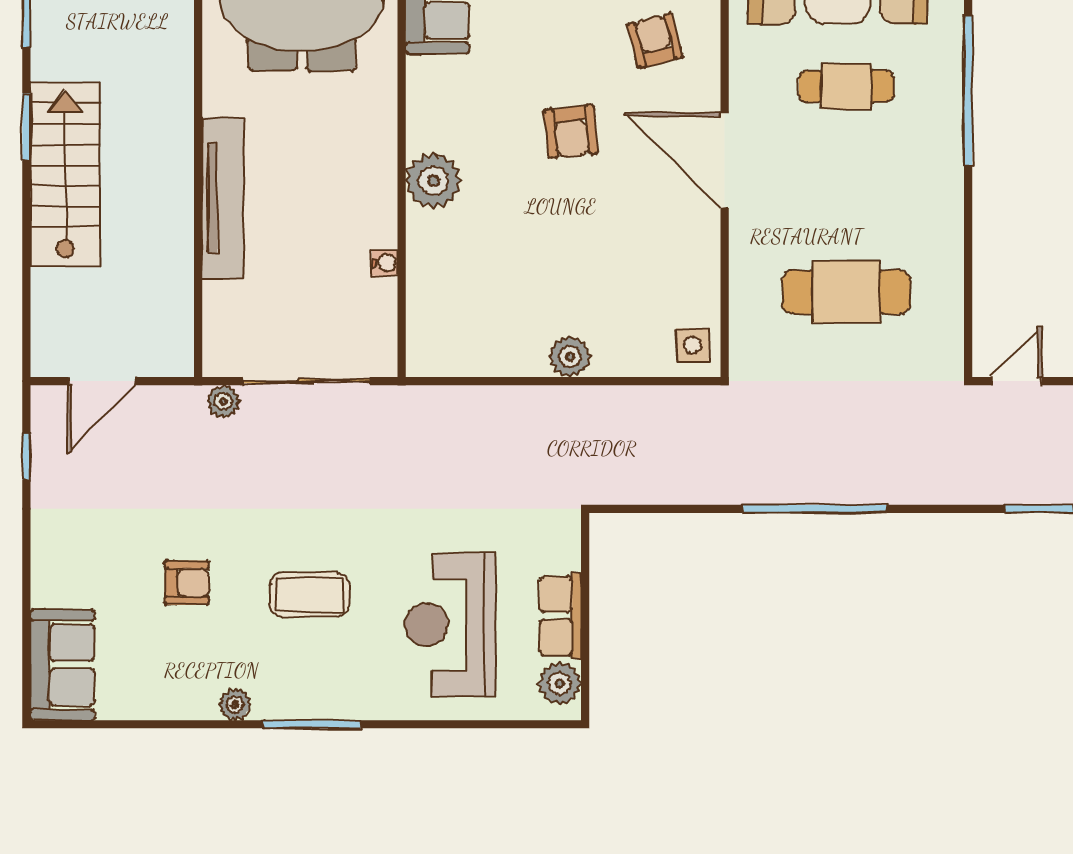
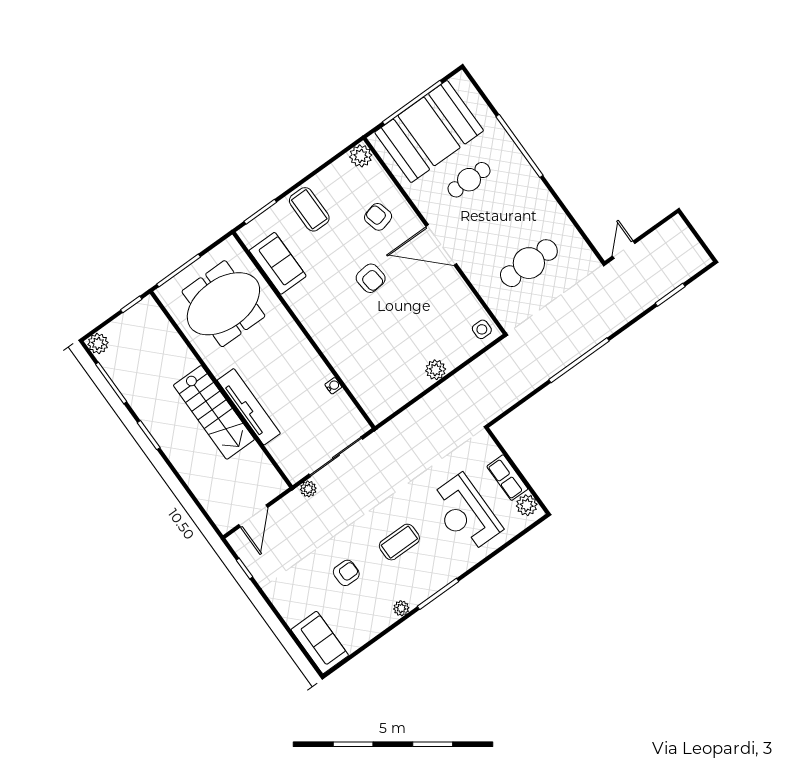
stairs: (65, 175) -> (214, 412), moved, turned 180
plant: (433, 180) -> (329, 338), removed

